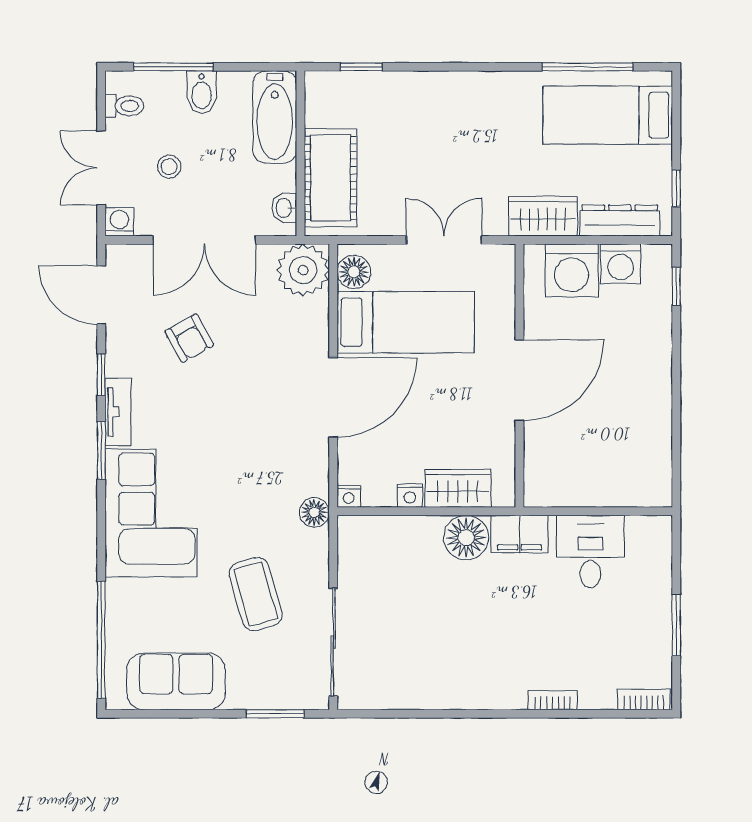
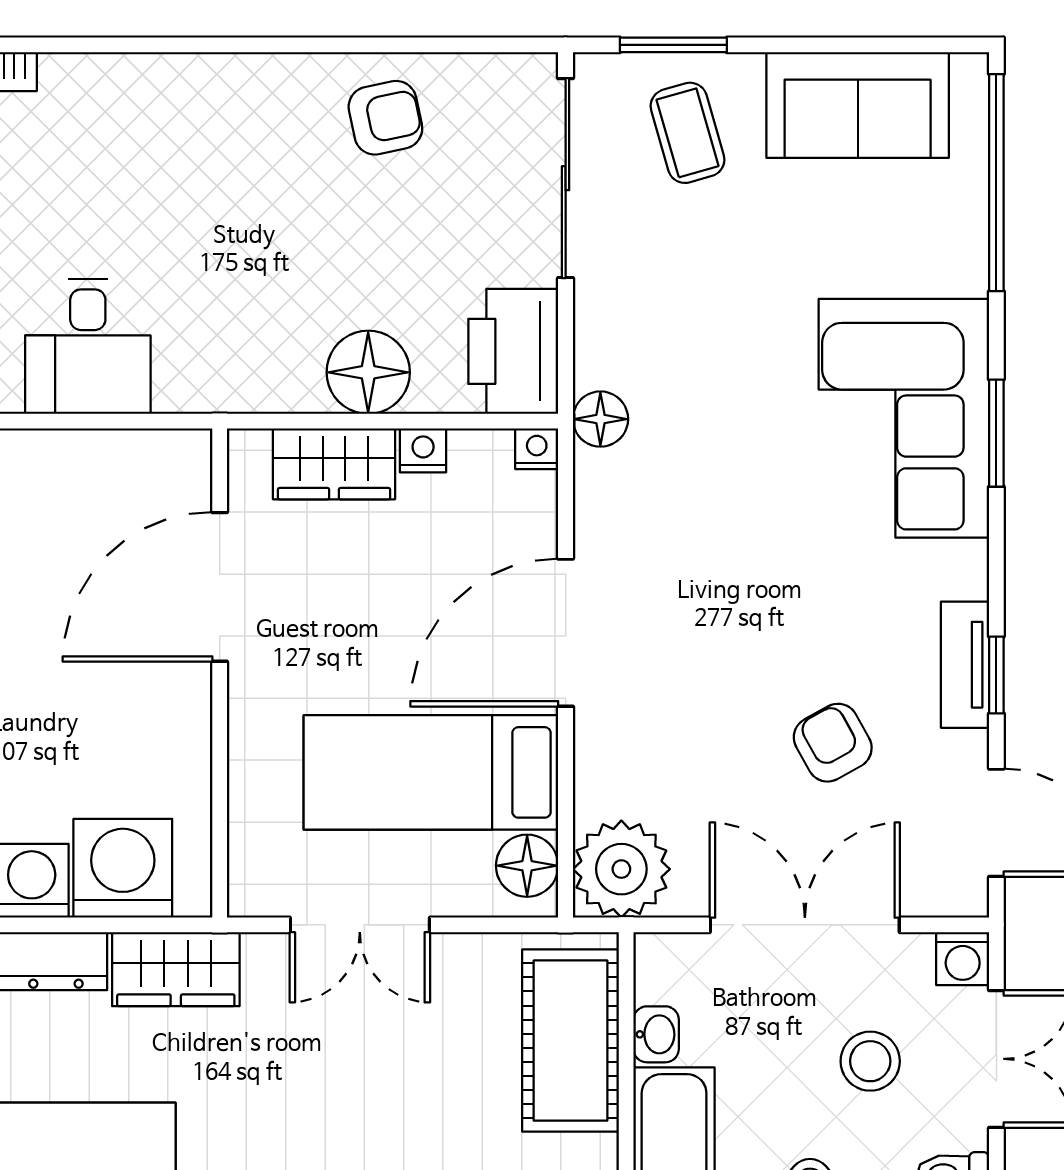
stool: (169, 167) -> (870, 1061), width x1.37, depth x1.37
washbasin: (284, 208) -> (656, 1034), moved
door: (519, 380) -> (220, 587), moved
tv unit: (118, 412) -> (965, 665), moved
window: (101, 450) -> (996, 433), moved
filing cabinet: (520, 534) -> (219, 379), removed
floor lamp: (466, 538) -> (368, 372), moved
printer: (361, 549) -> (513, 351), added
coffee table: (256, 594) -> (688, 133), moved, width x0.73, depth x0.77
armchair: (430, 675) -> (385, 118), added
bookcase: (553, 700) -> (158, 70), removed

